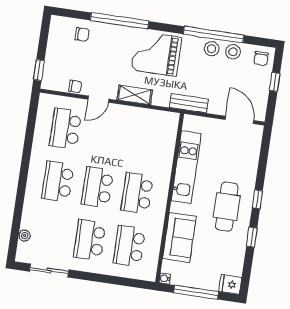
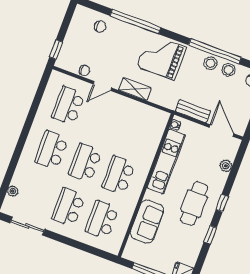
bench: (189, 103) -> (193, 111), moved
plant: (253, 158) -> (226, 166), added
water cooler: (165, 278) -> (175, 125), moved

